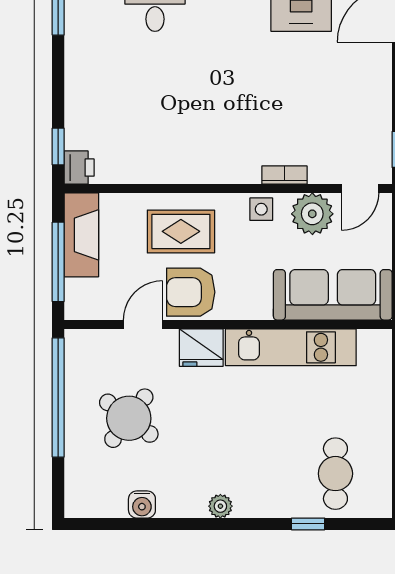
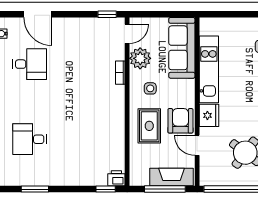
door: (360, 188) -> (127, 34), hinge flipped
side table: (261, 209) -> (150, 88), moved
fireplace: (81, 235) -> (172, 177), moved
armchair: (191, 292) -> (180, 121), turned 180

